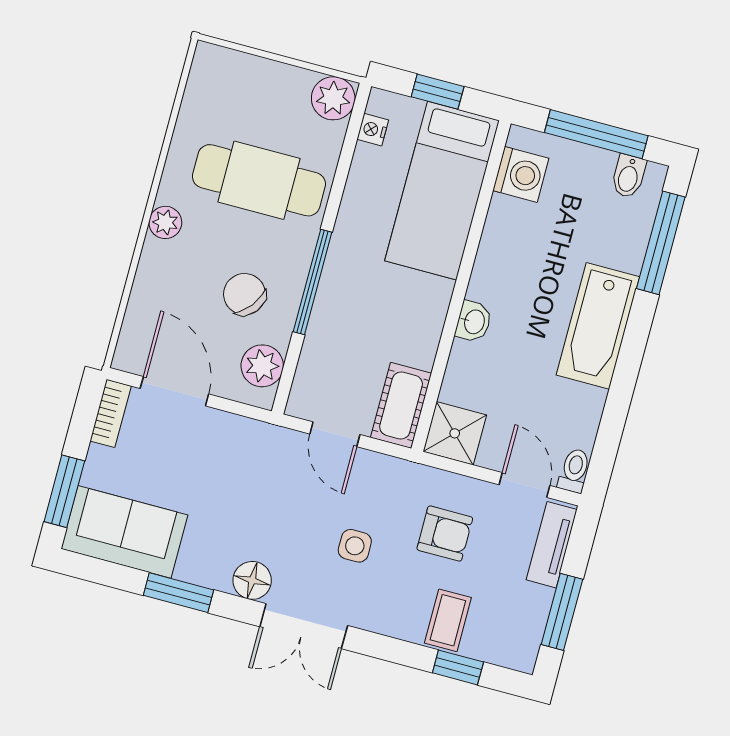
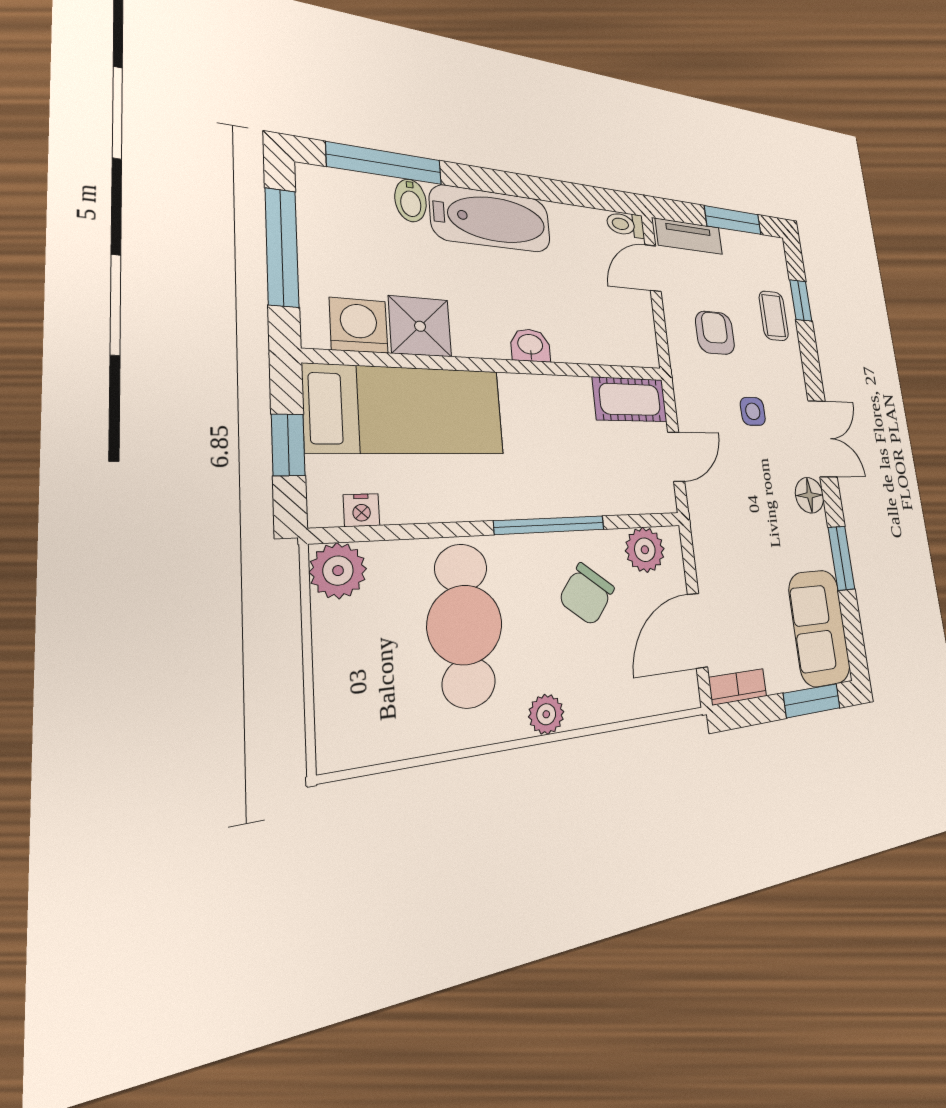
bidet: (629, 176) -> (411, 200), moved, turned 90
shower: (455, 433) -> (420, 326), moved
coffee table: (448, 620) -> (774, 316), turned 90

